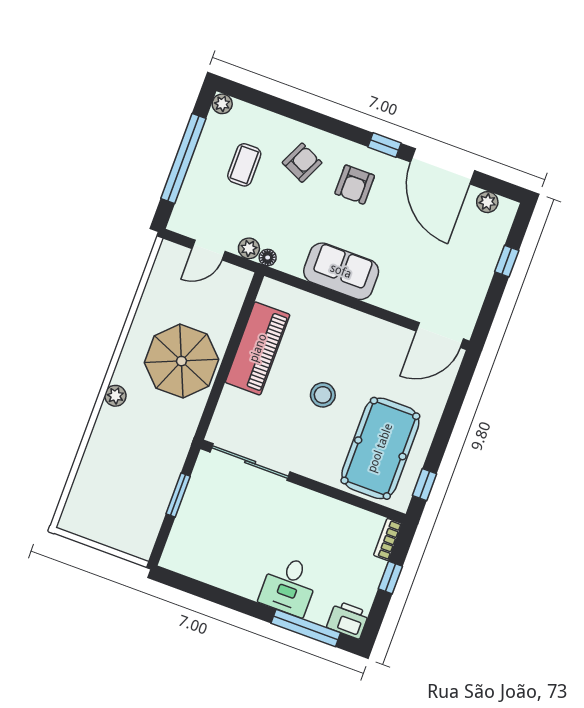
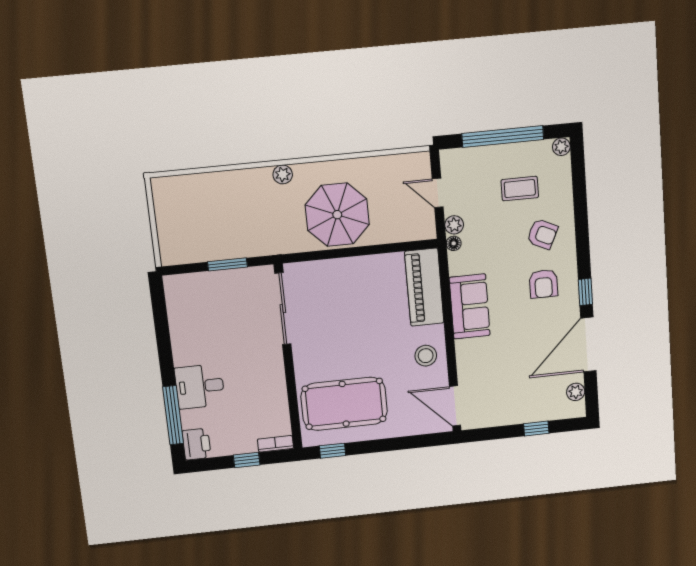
armchair: (355, 185) -> (543, 284), turned -90
piano: (258, 348) -> (424, 287), moved, turned 90
stool: (323, 395) -> (426, 356), moved

